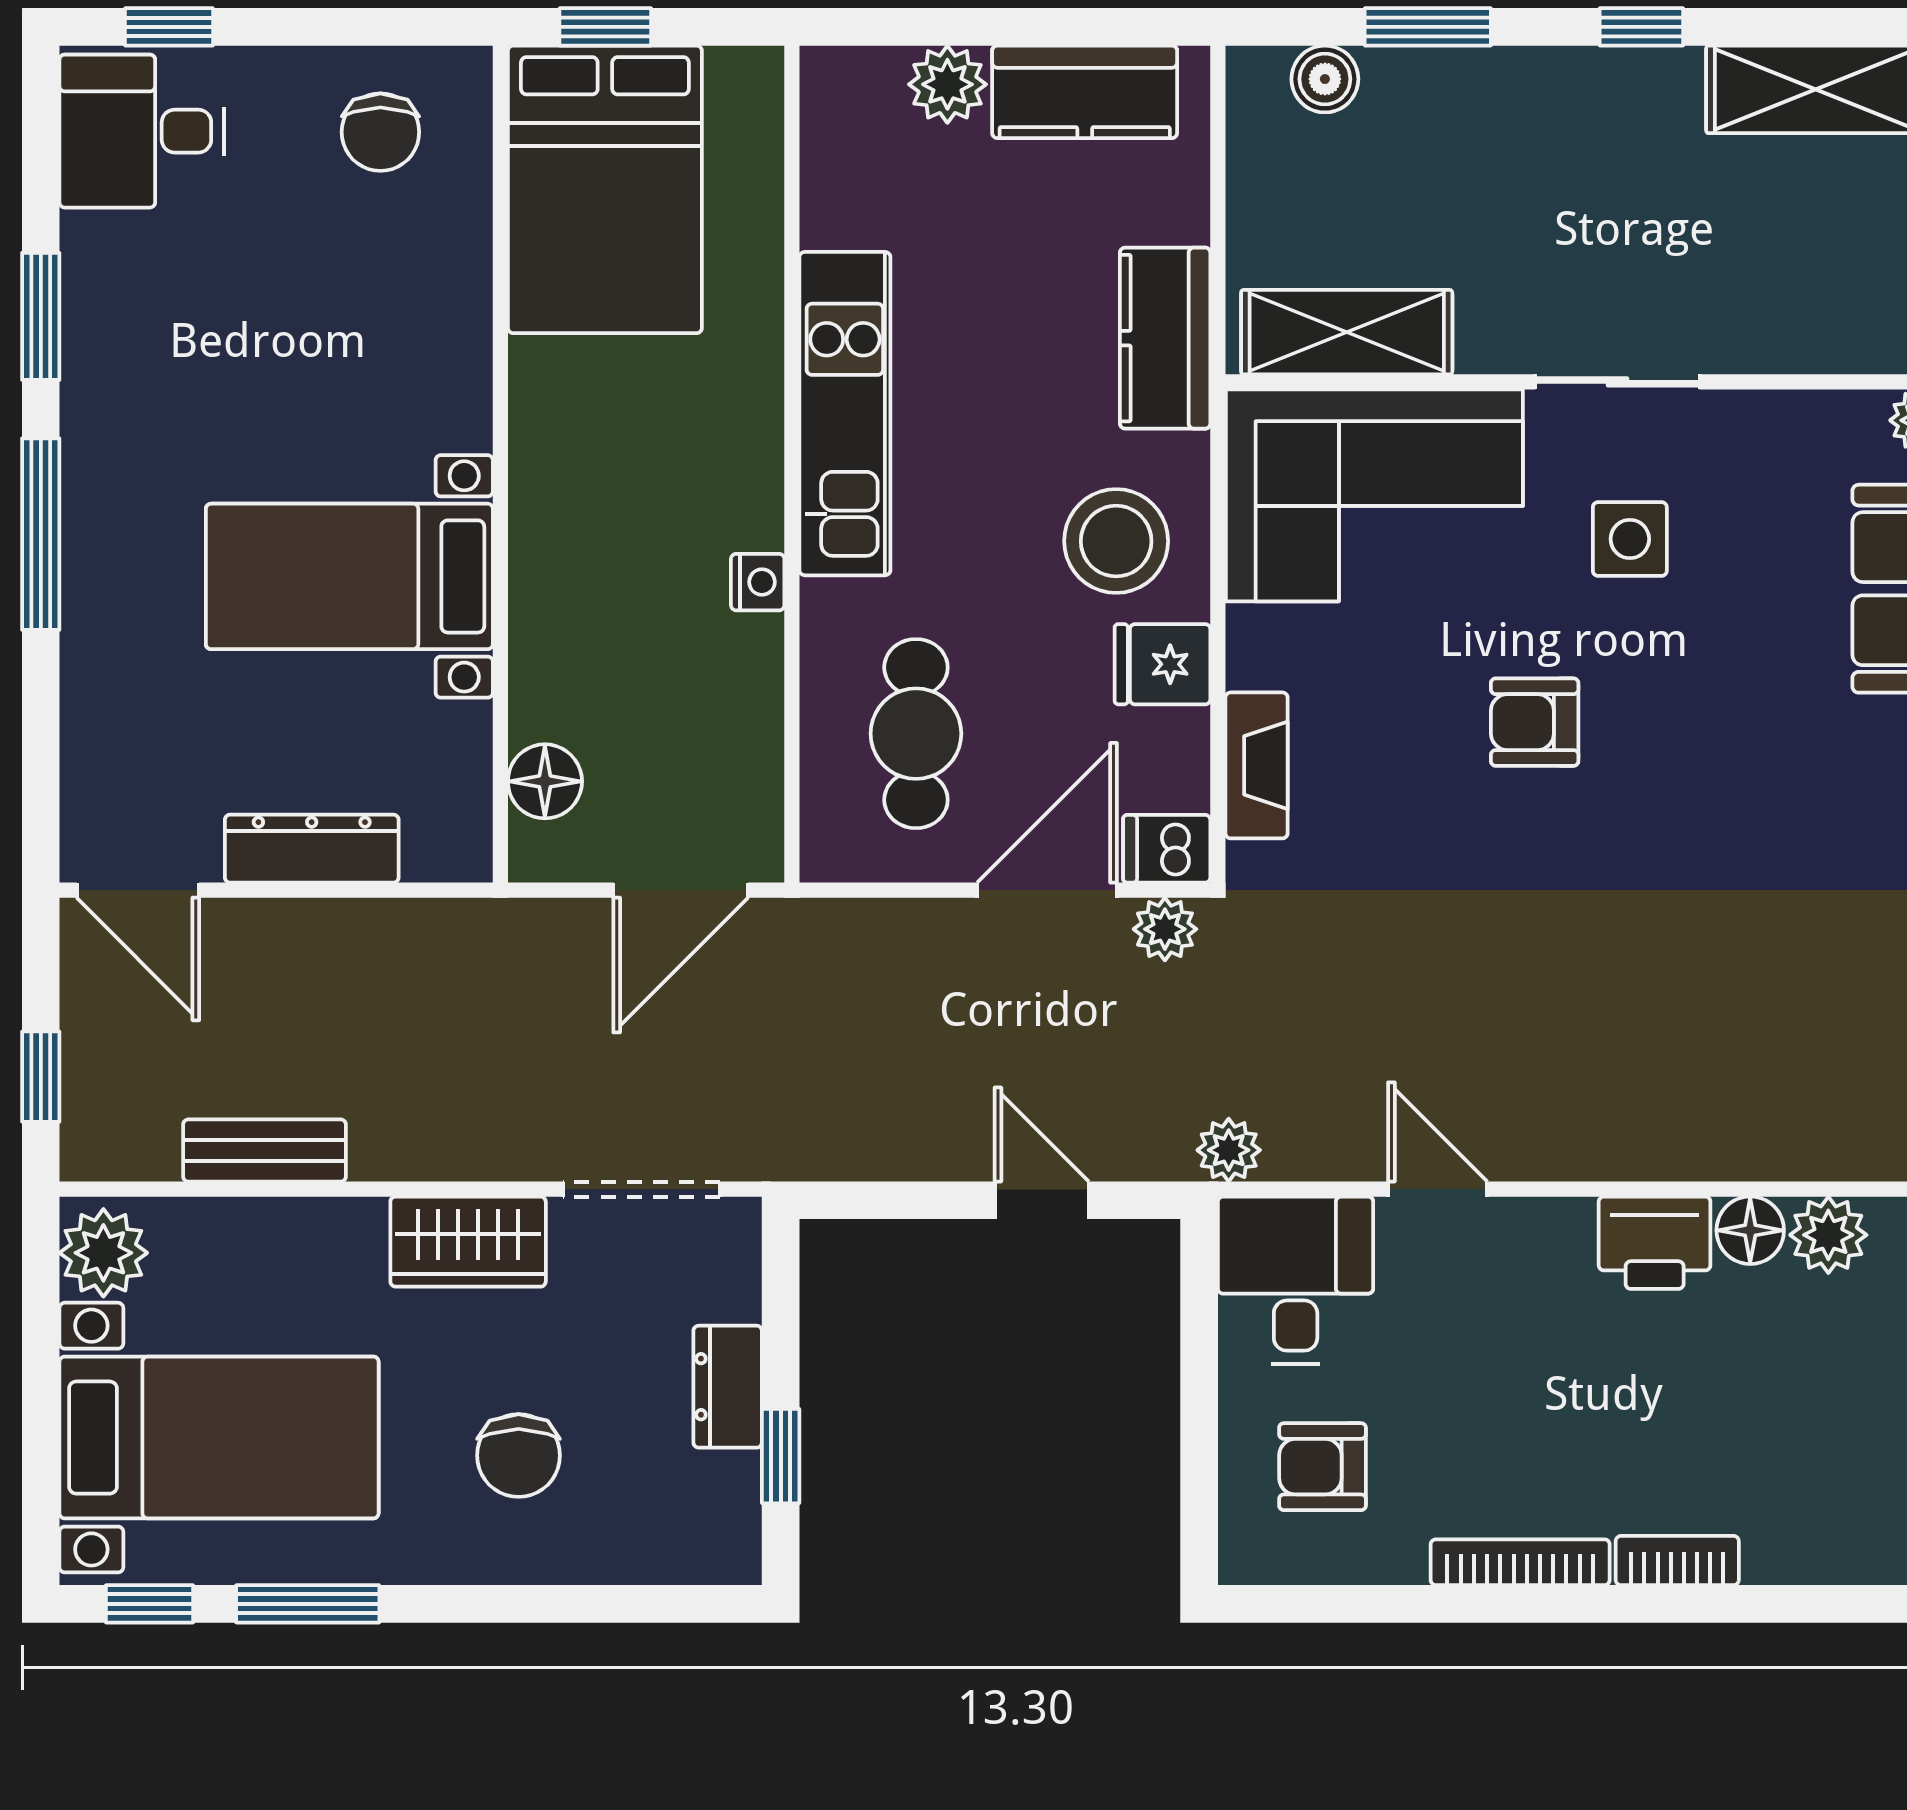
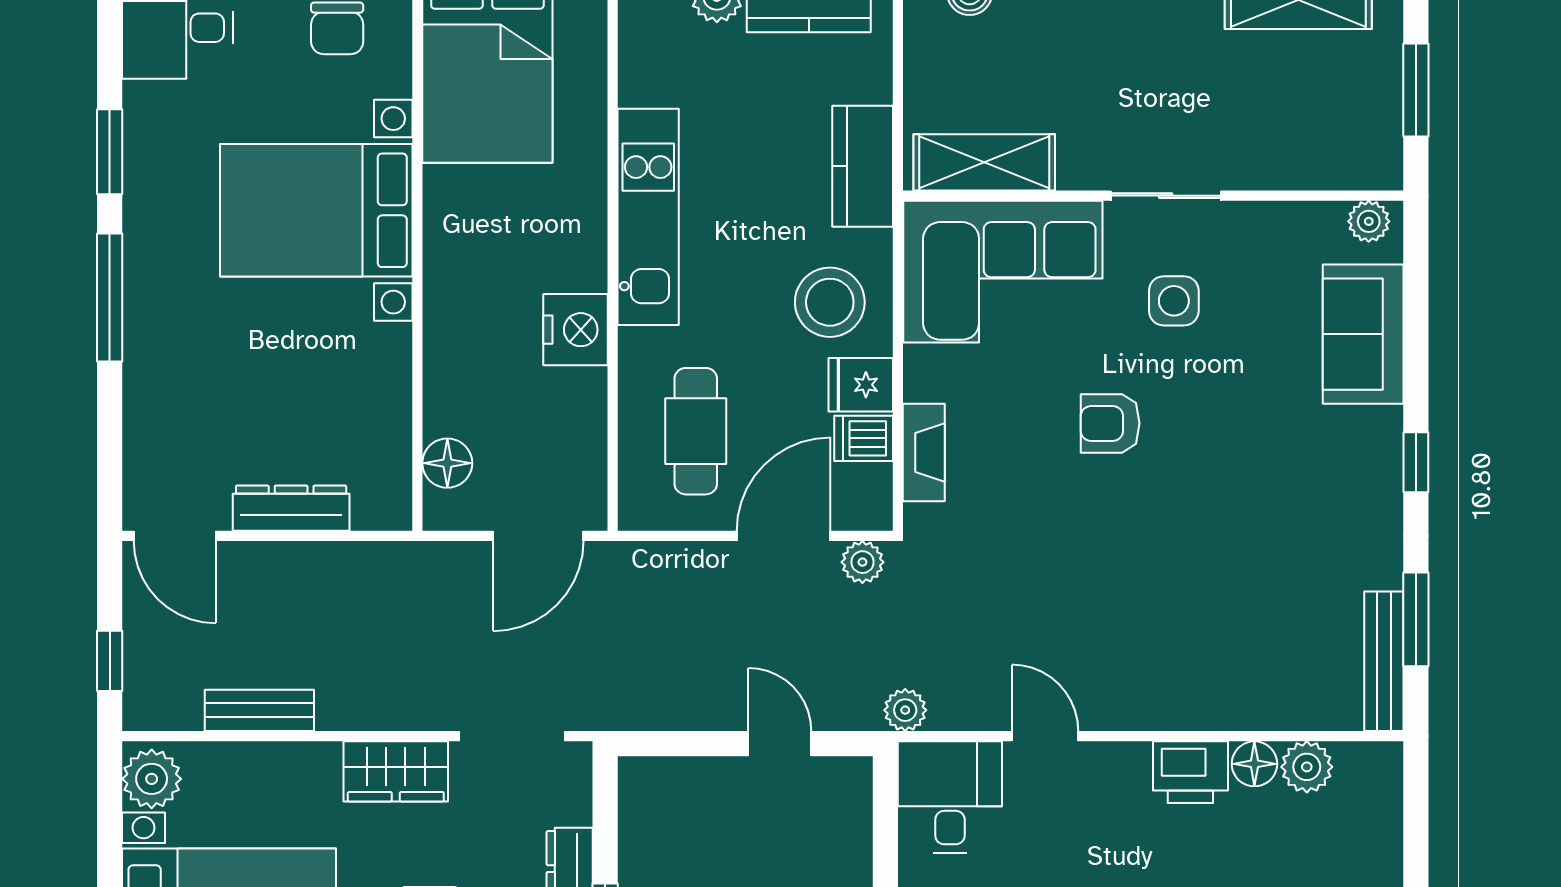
bed with nightstands: (349, 576) -> (316, 210), moved, width x1.36
nightstand: (758, 582) -> (576, 330), width x1.89, depth x1.79
dishwasher: (1167, 849) -> (864, 438), moved

